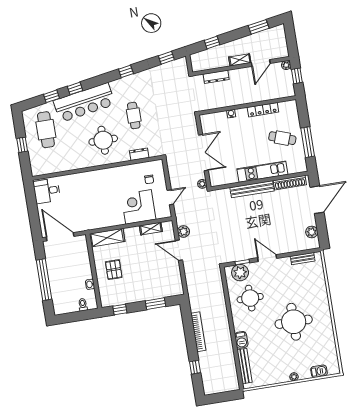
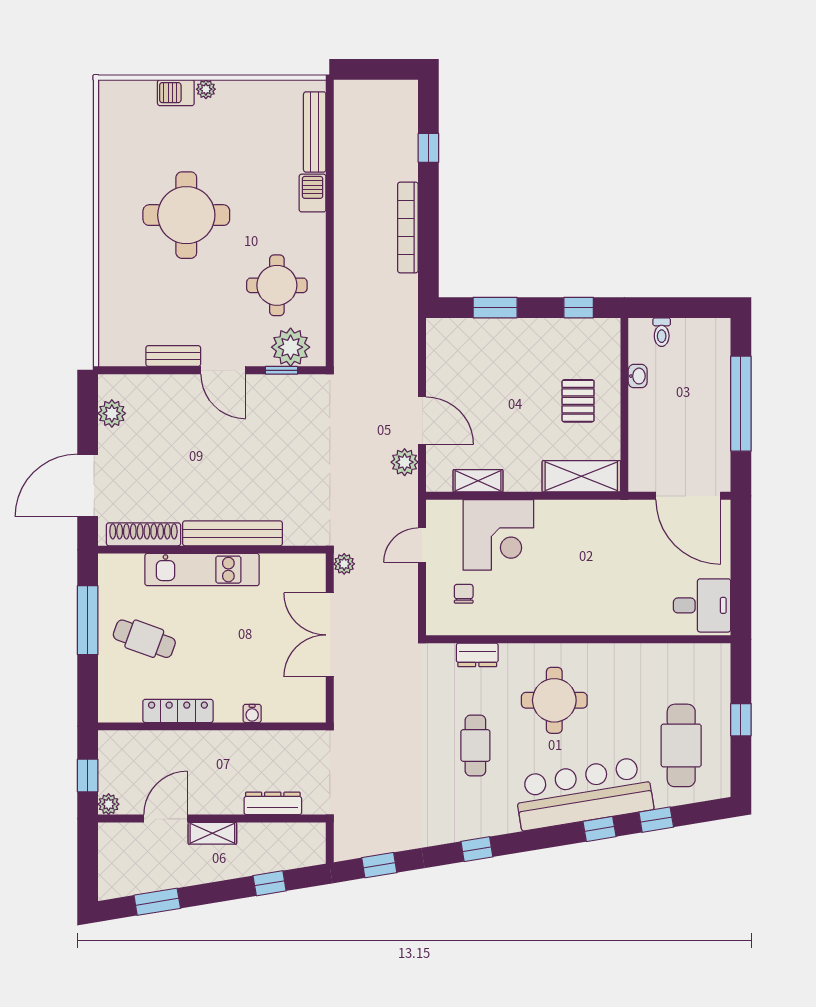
bench: (303, 259) -> (173, 356), moved
barbecue: (319, 371) -> (176, 93), moved

